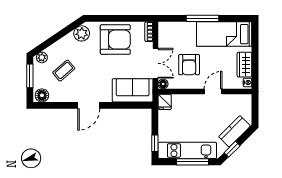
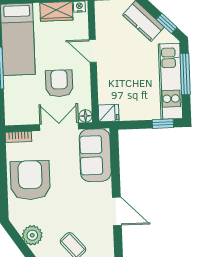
plant: (82, 33) -> (32, 235), moved
armchair: (189, 65) -> (59, 83), turned -90

